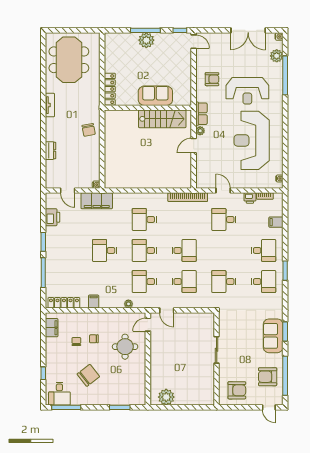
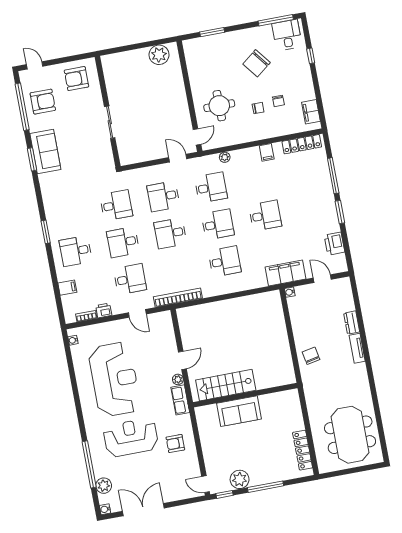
plant: (146, 40) -> (240, 479), moved
locker: (110, 89) -> (303, 450), moved
tv unit: (50, 105) -> (357, 348), moved
desk: (264, 282) -> (123, 242), moved

